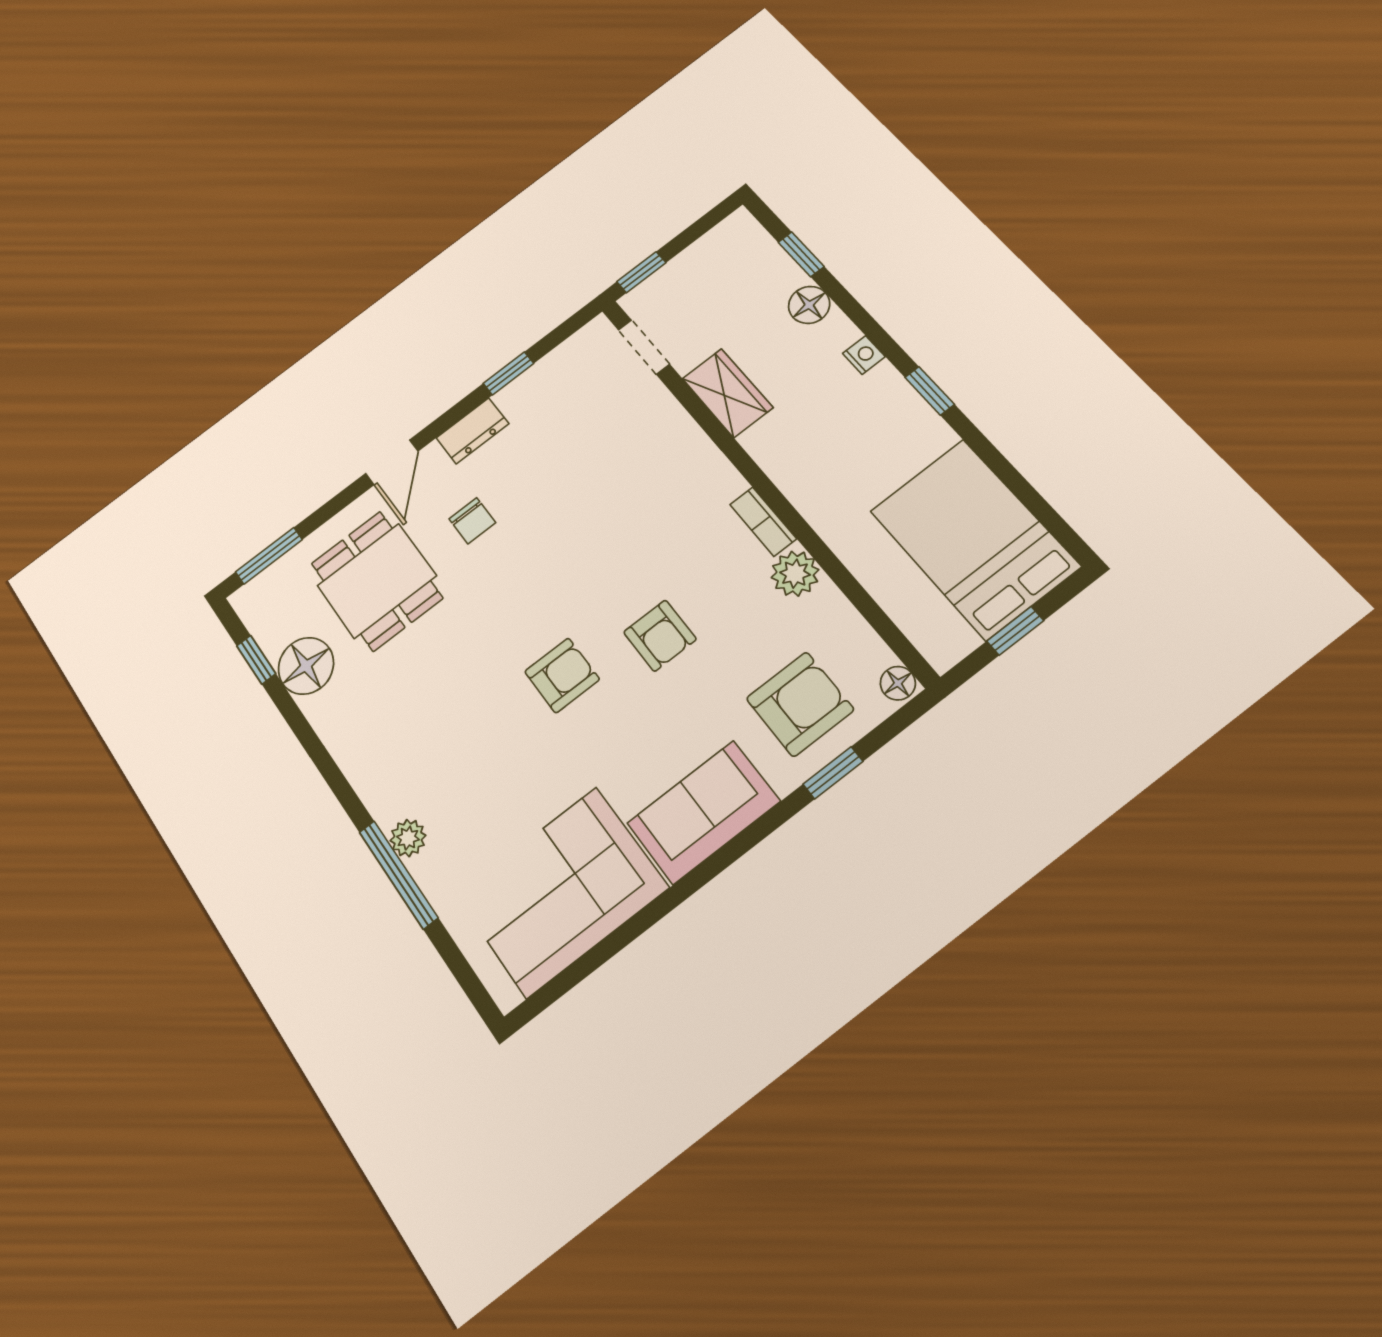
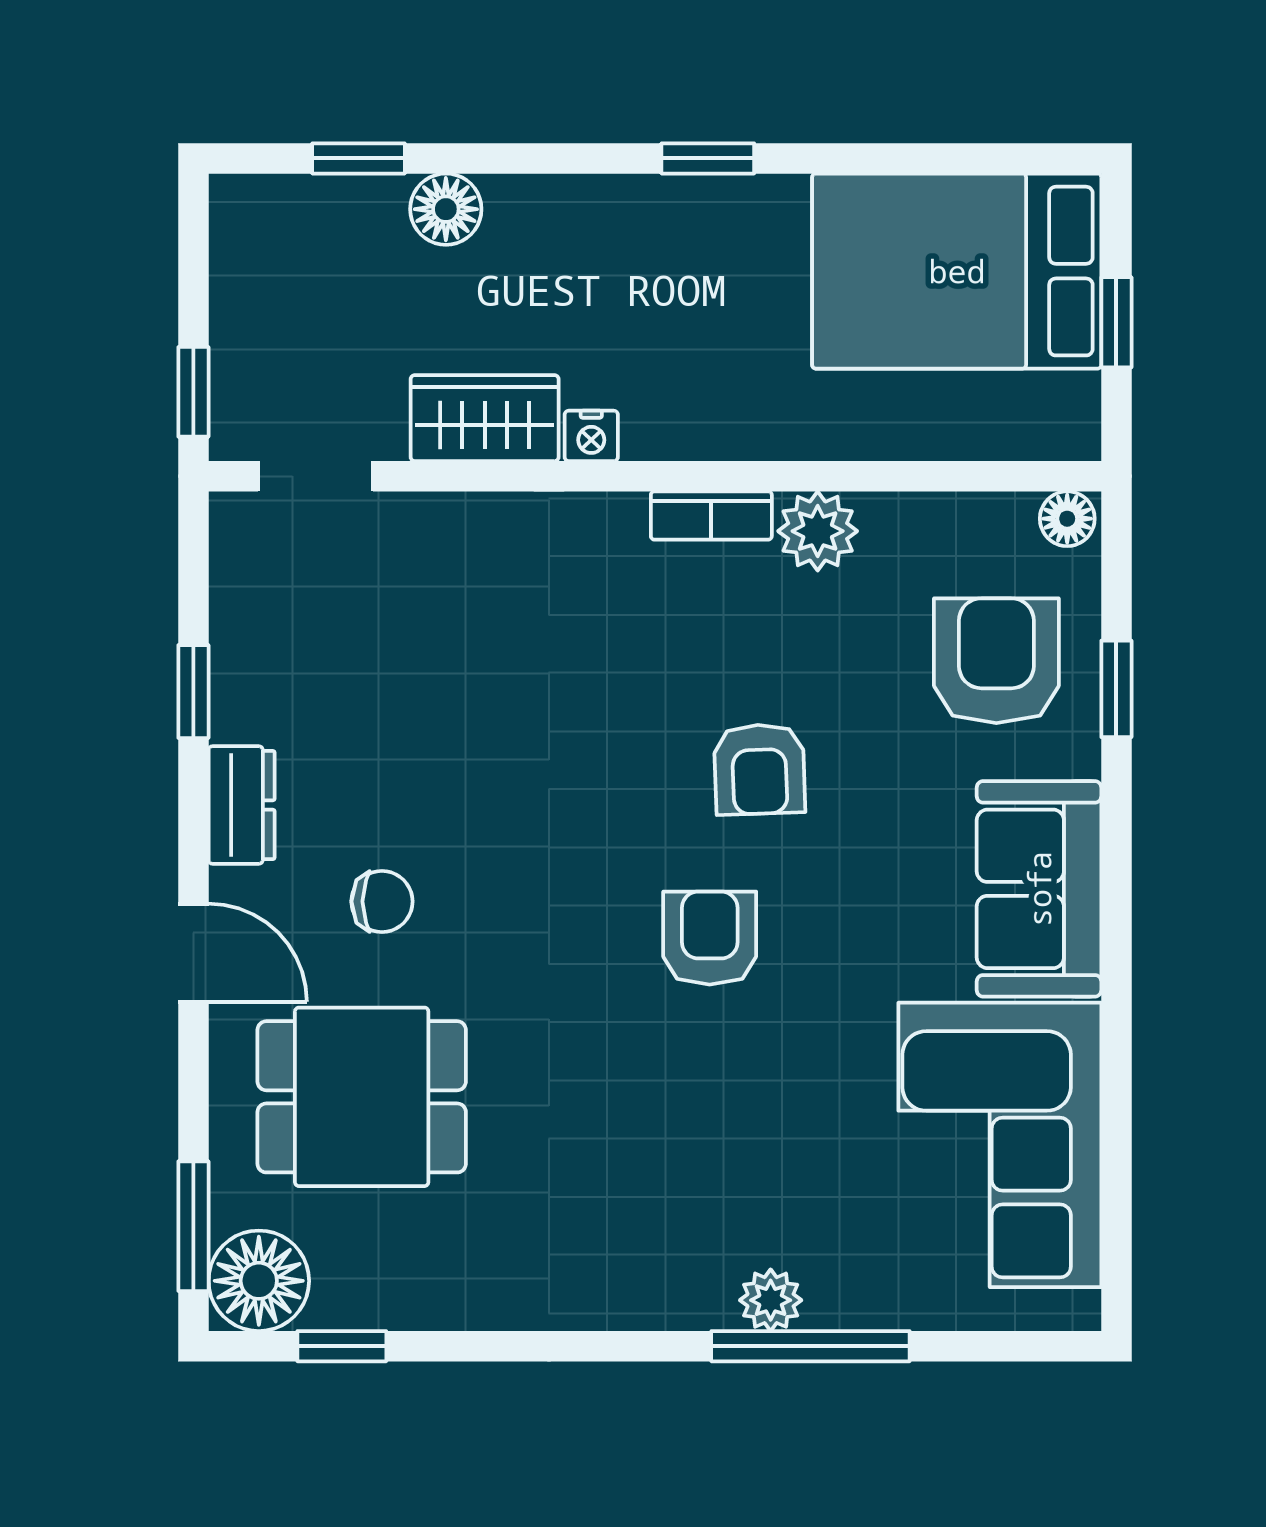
nightstand: (864, 355) -> (591, 436), moved, turned 180
armchair: (660, 636) -> (759, 769), turned 88
floor lamp: (306, 666) -> (259, 1281), moved

